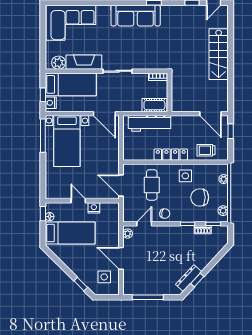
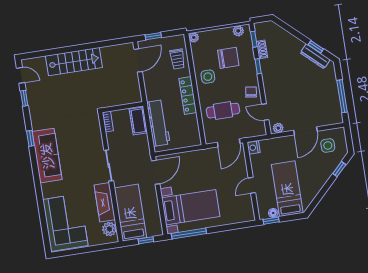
nightstand: (51, 103) -> (153, 231), removed
plant: (224, 179) -> (194, 37), moved
chair: (200, 197) -> (228, 58), turned -90
nightstand: (94, 208) -> (254, 148), moved

